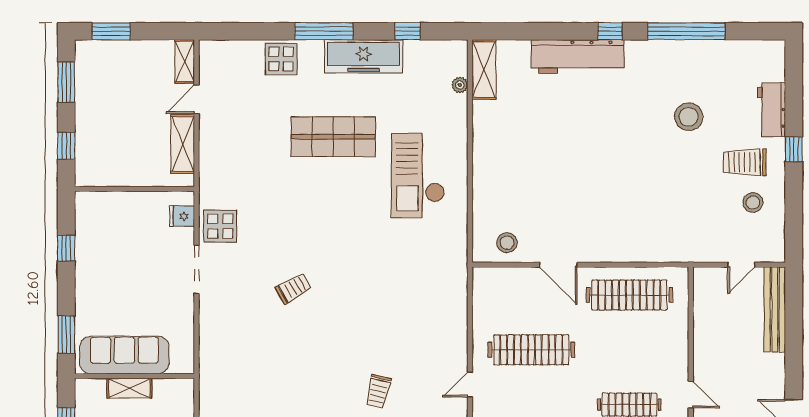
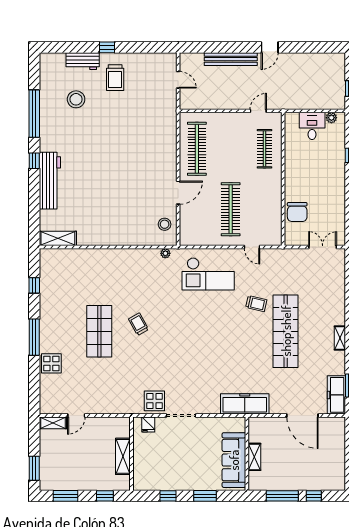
freezer: (364, 56) -> (245, 404), moved, turned -90
plant: (460, 85) -> (165, 253), moved
door: (197, 99) -> (76, 416), hinge flipped
stool: (689, 117) -> (76, 99), moved
shelving: (183, 144) -> (123, 456), moved, turned 90
checkout: (418, 175) -> (208, 274), moved
stool: (753, 202) -> (140, 73), removed
trolley: (293, 288) -> (139, 324), moved
bench: (775, 309) -> (231, 59), moved
window: (66, 335) -> (205, 496), moved

